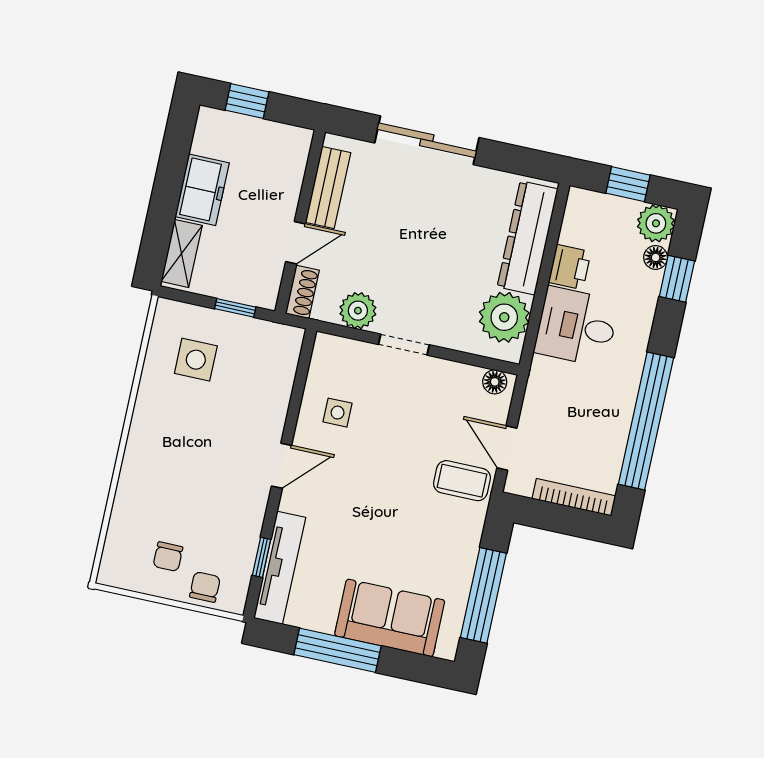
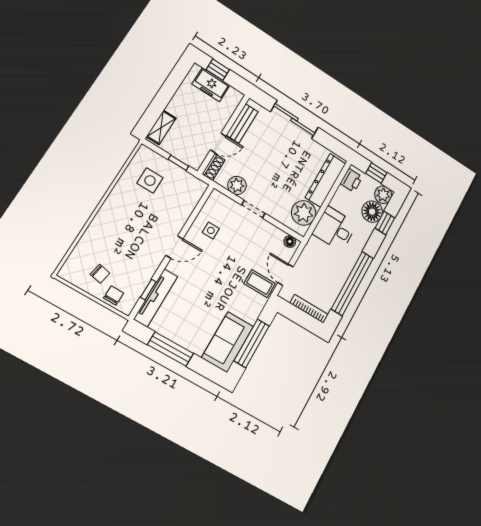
freezer: (202, 190) -> (211, 85), moved, turned 90
floor lamp: (656, 257) -> (372, 212), width x1.89, depth x1.89
printer: (570, 267) -> (351, 180), moved
chair: (168, 557) -> (100, 274), turned -79
sofa: (390, 618) -> (228, 342), moved, turned -90

